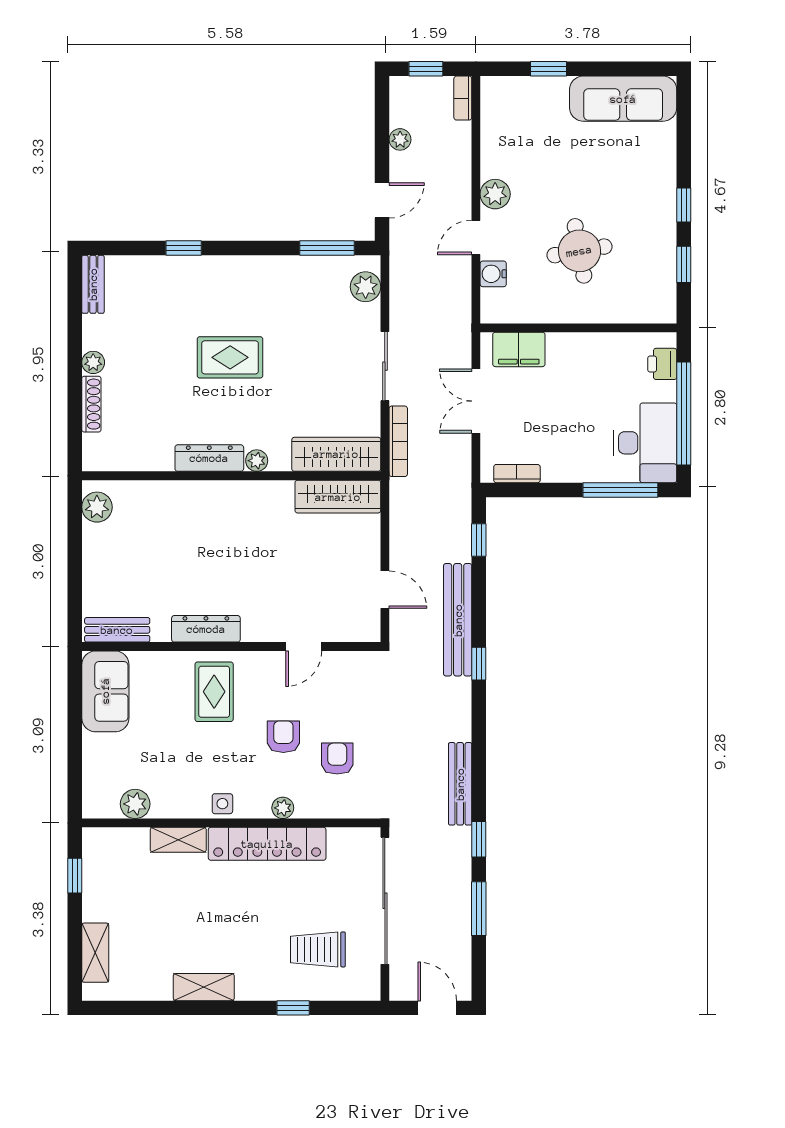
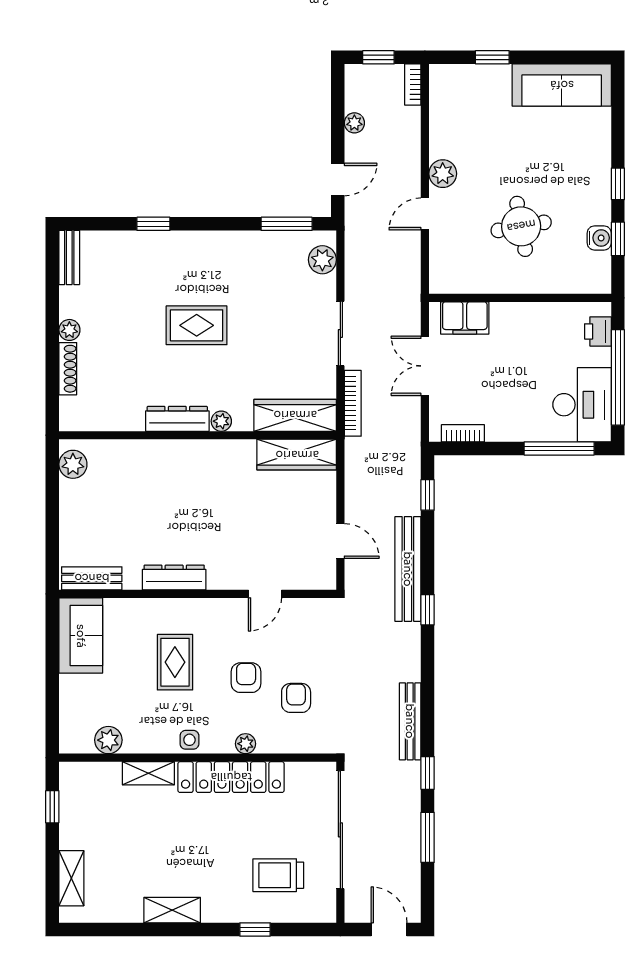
water cooler: (493, 274) -> (599, 238), moved, turned 180
rug: (214, 692) -> (175, 662), moved

